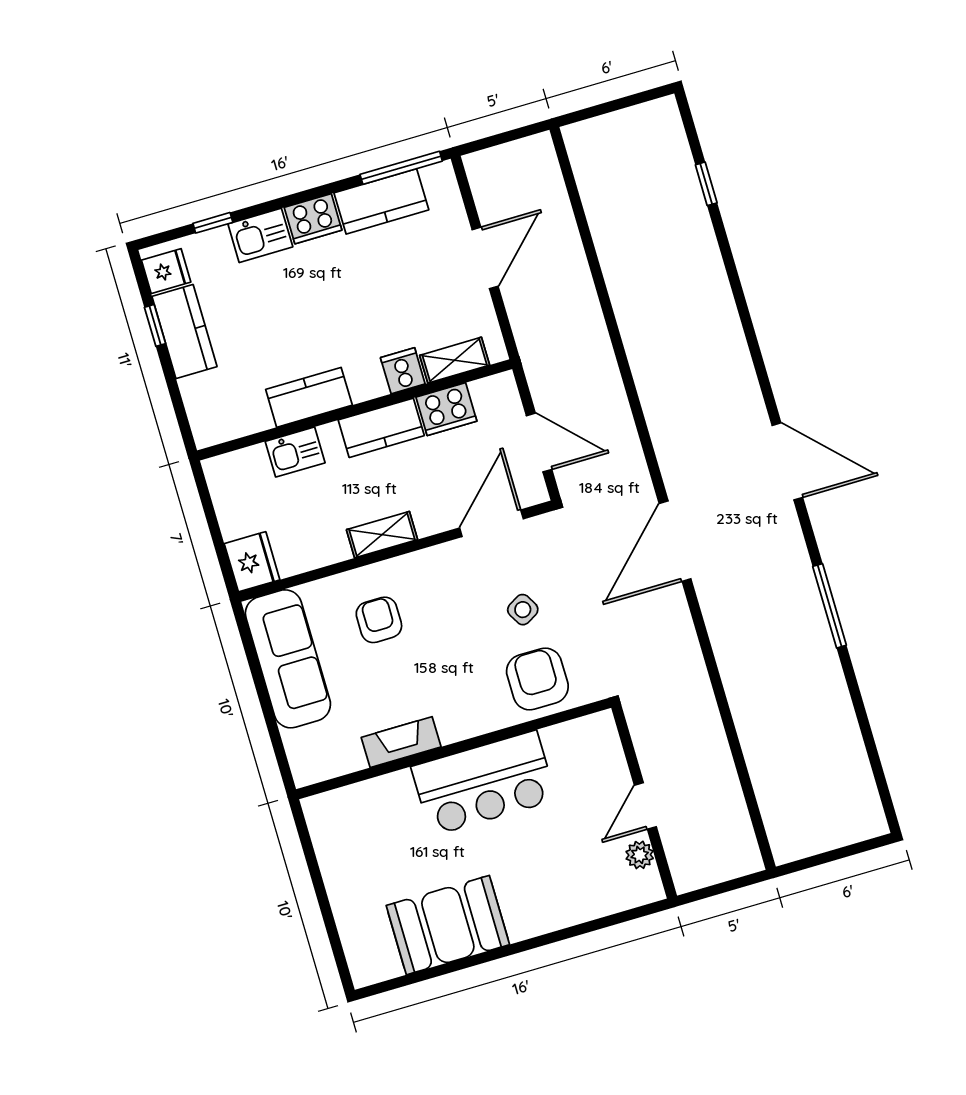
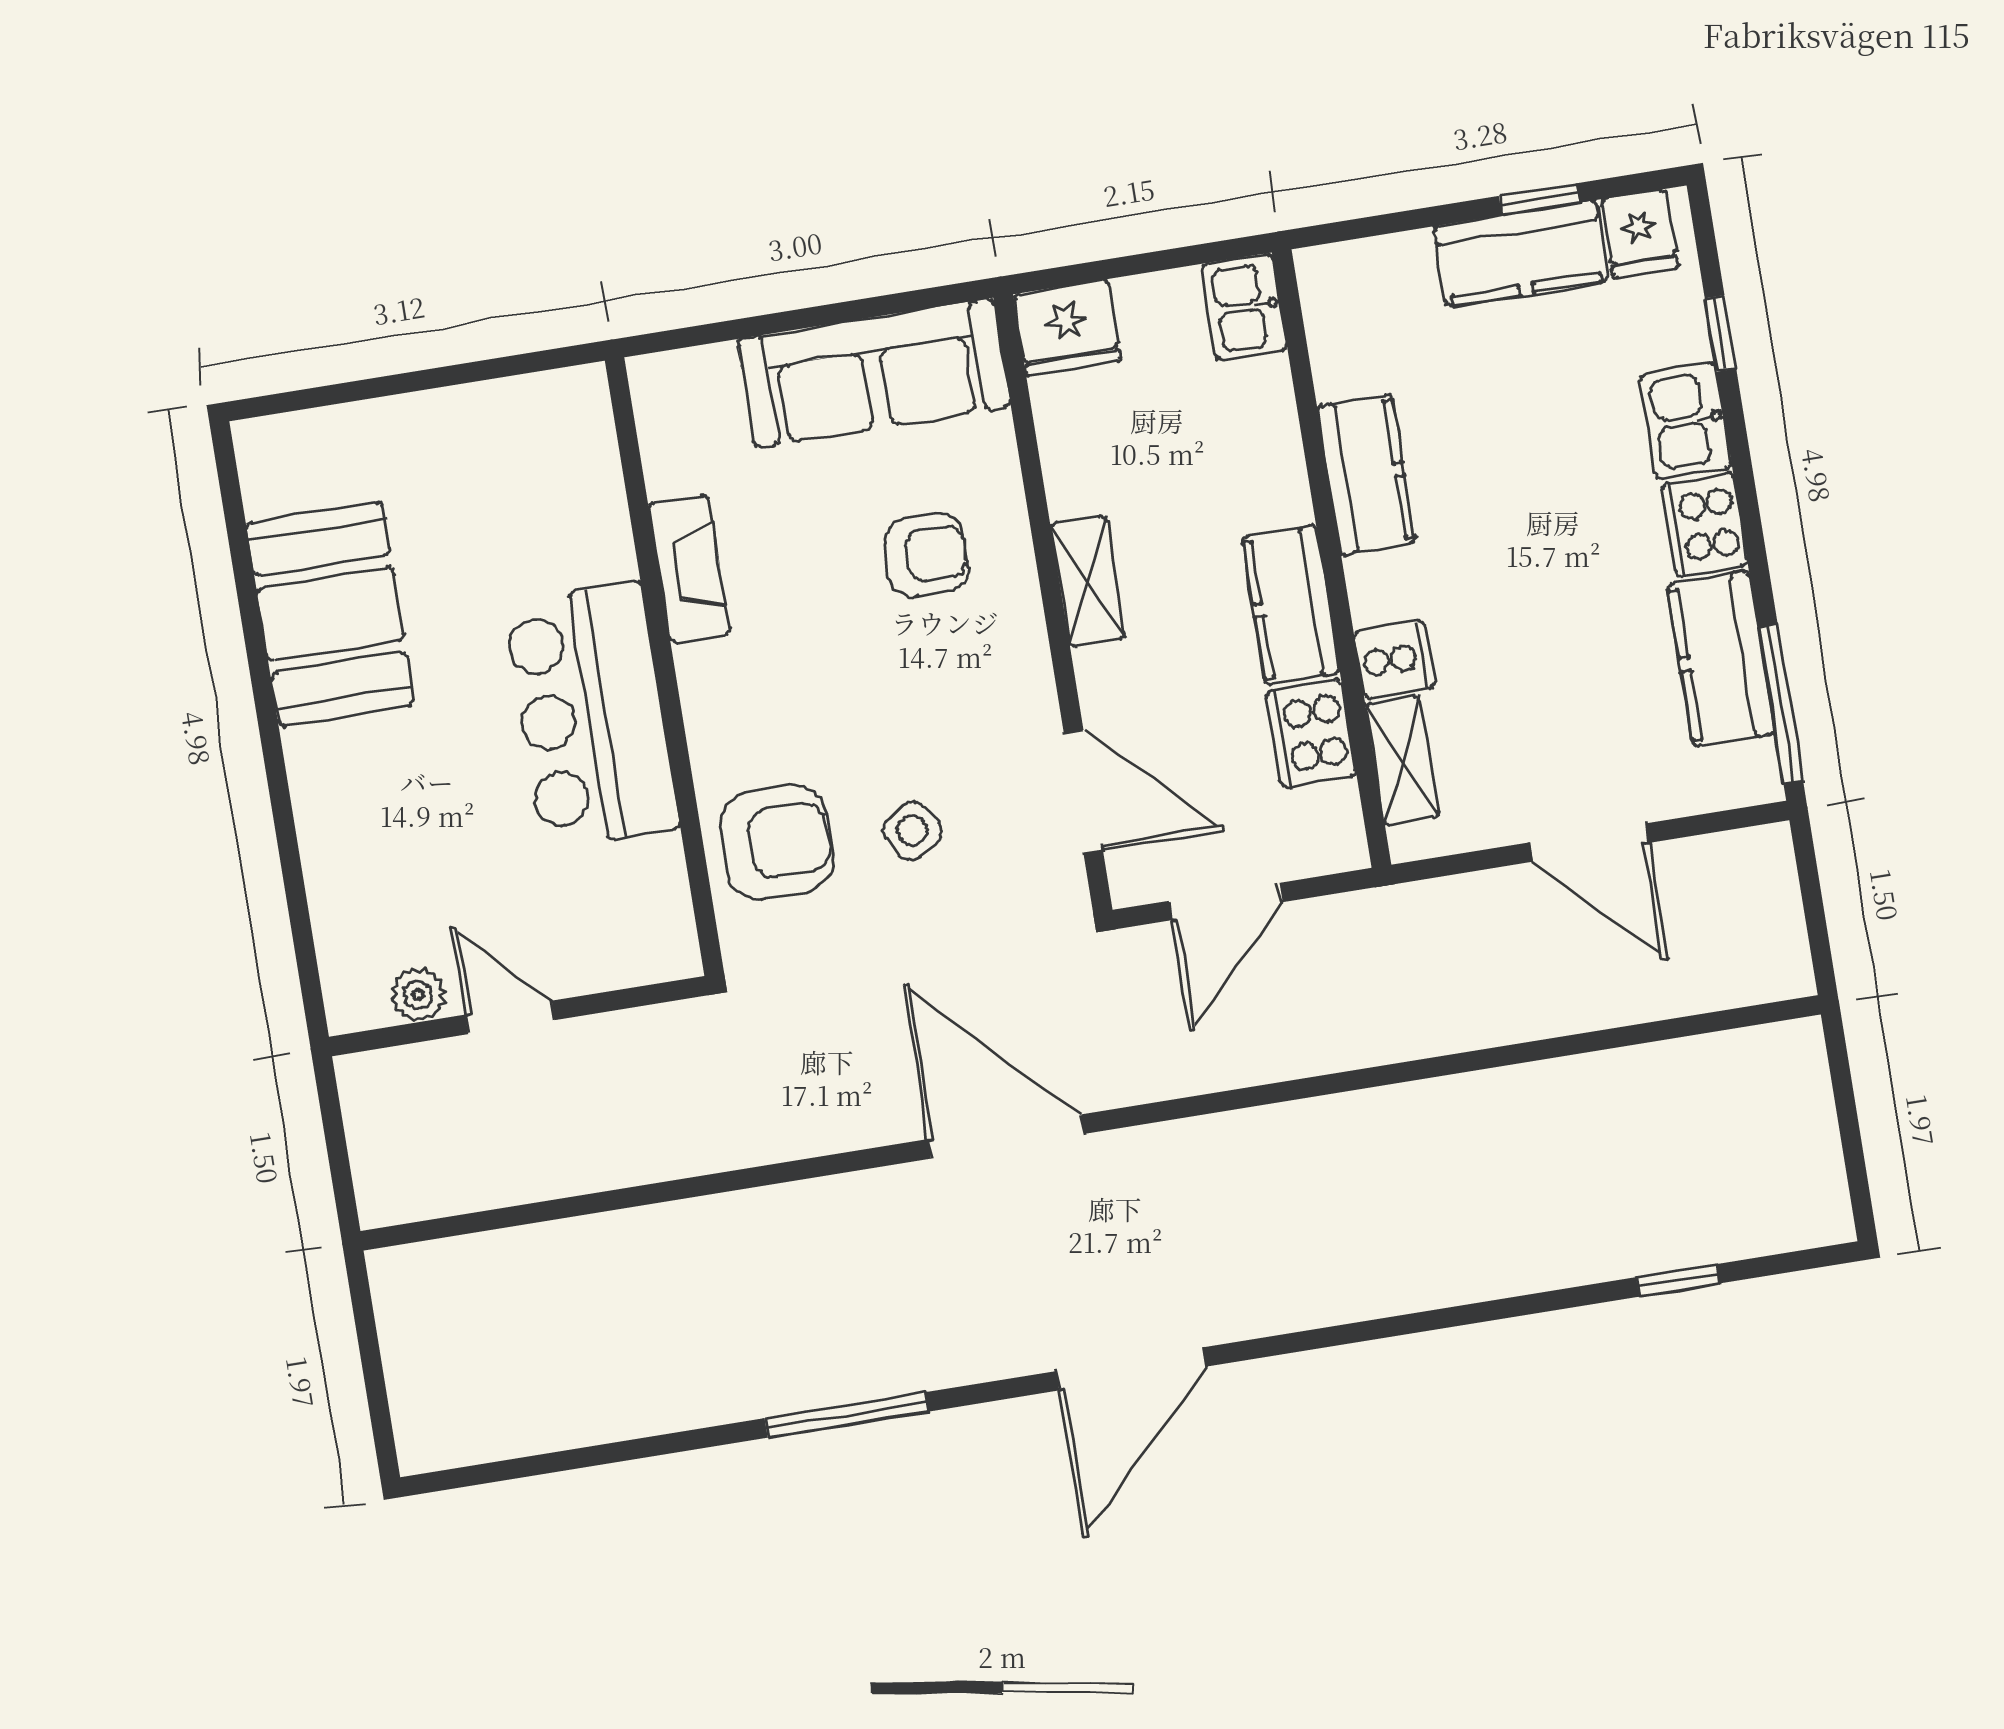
kitchen sink: (295, 452) -> (1245, 307), moved

